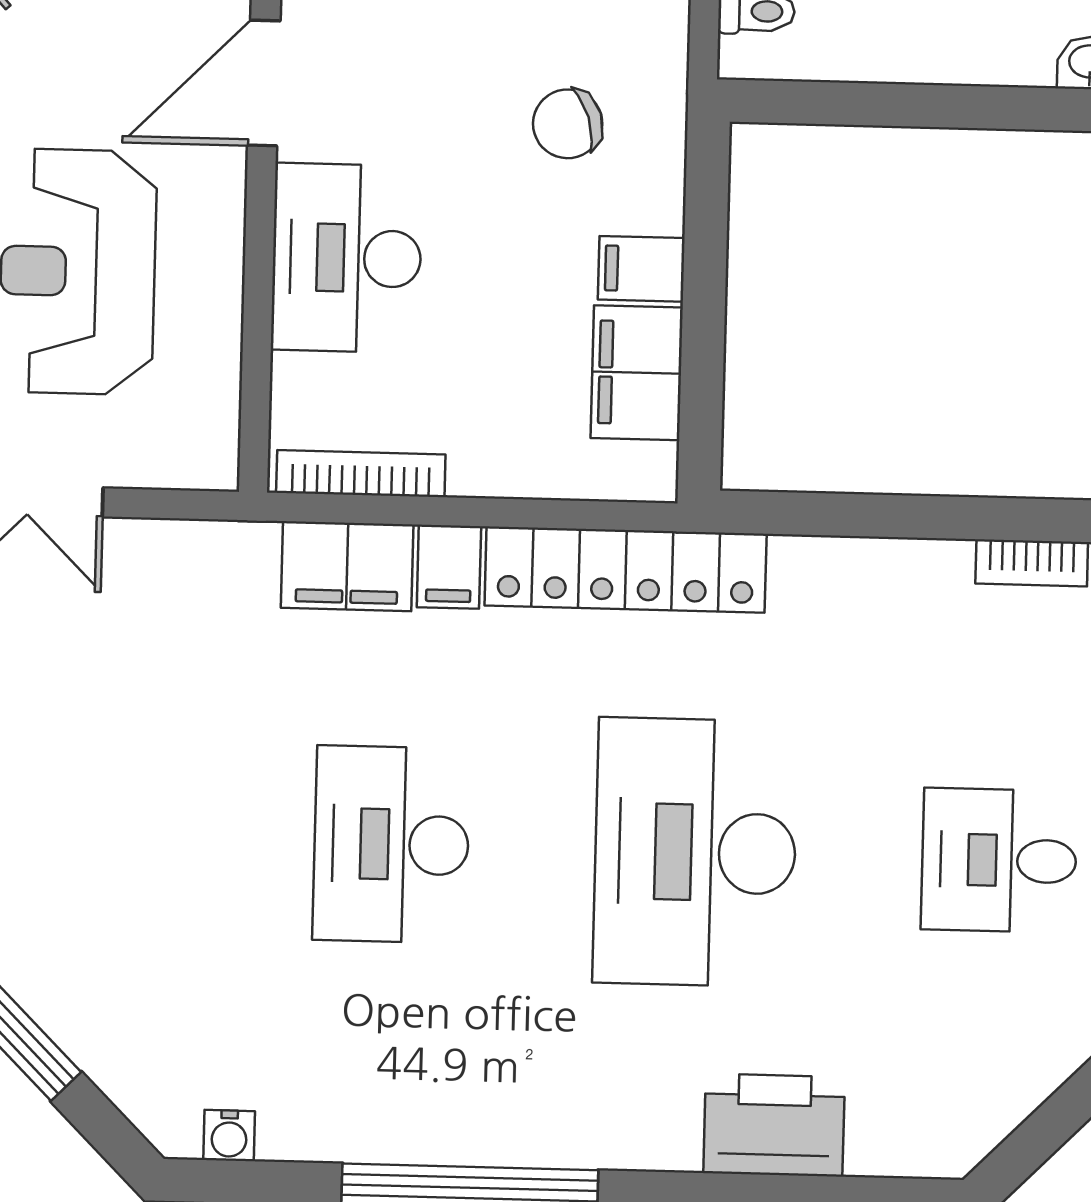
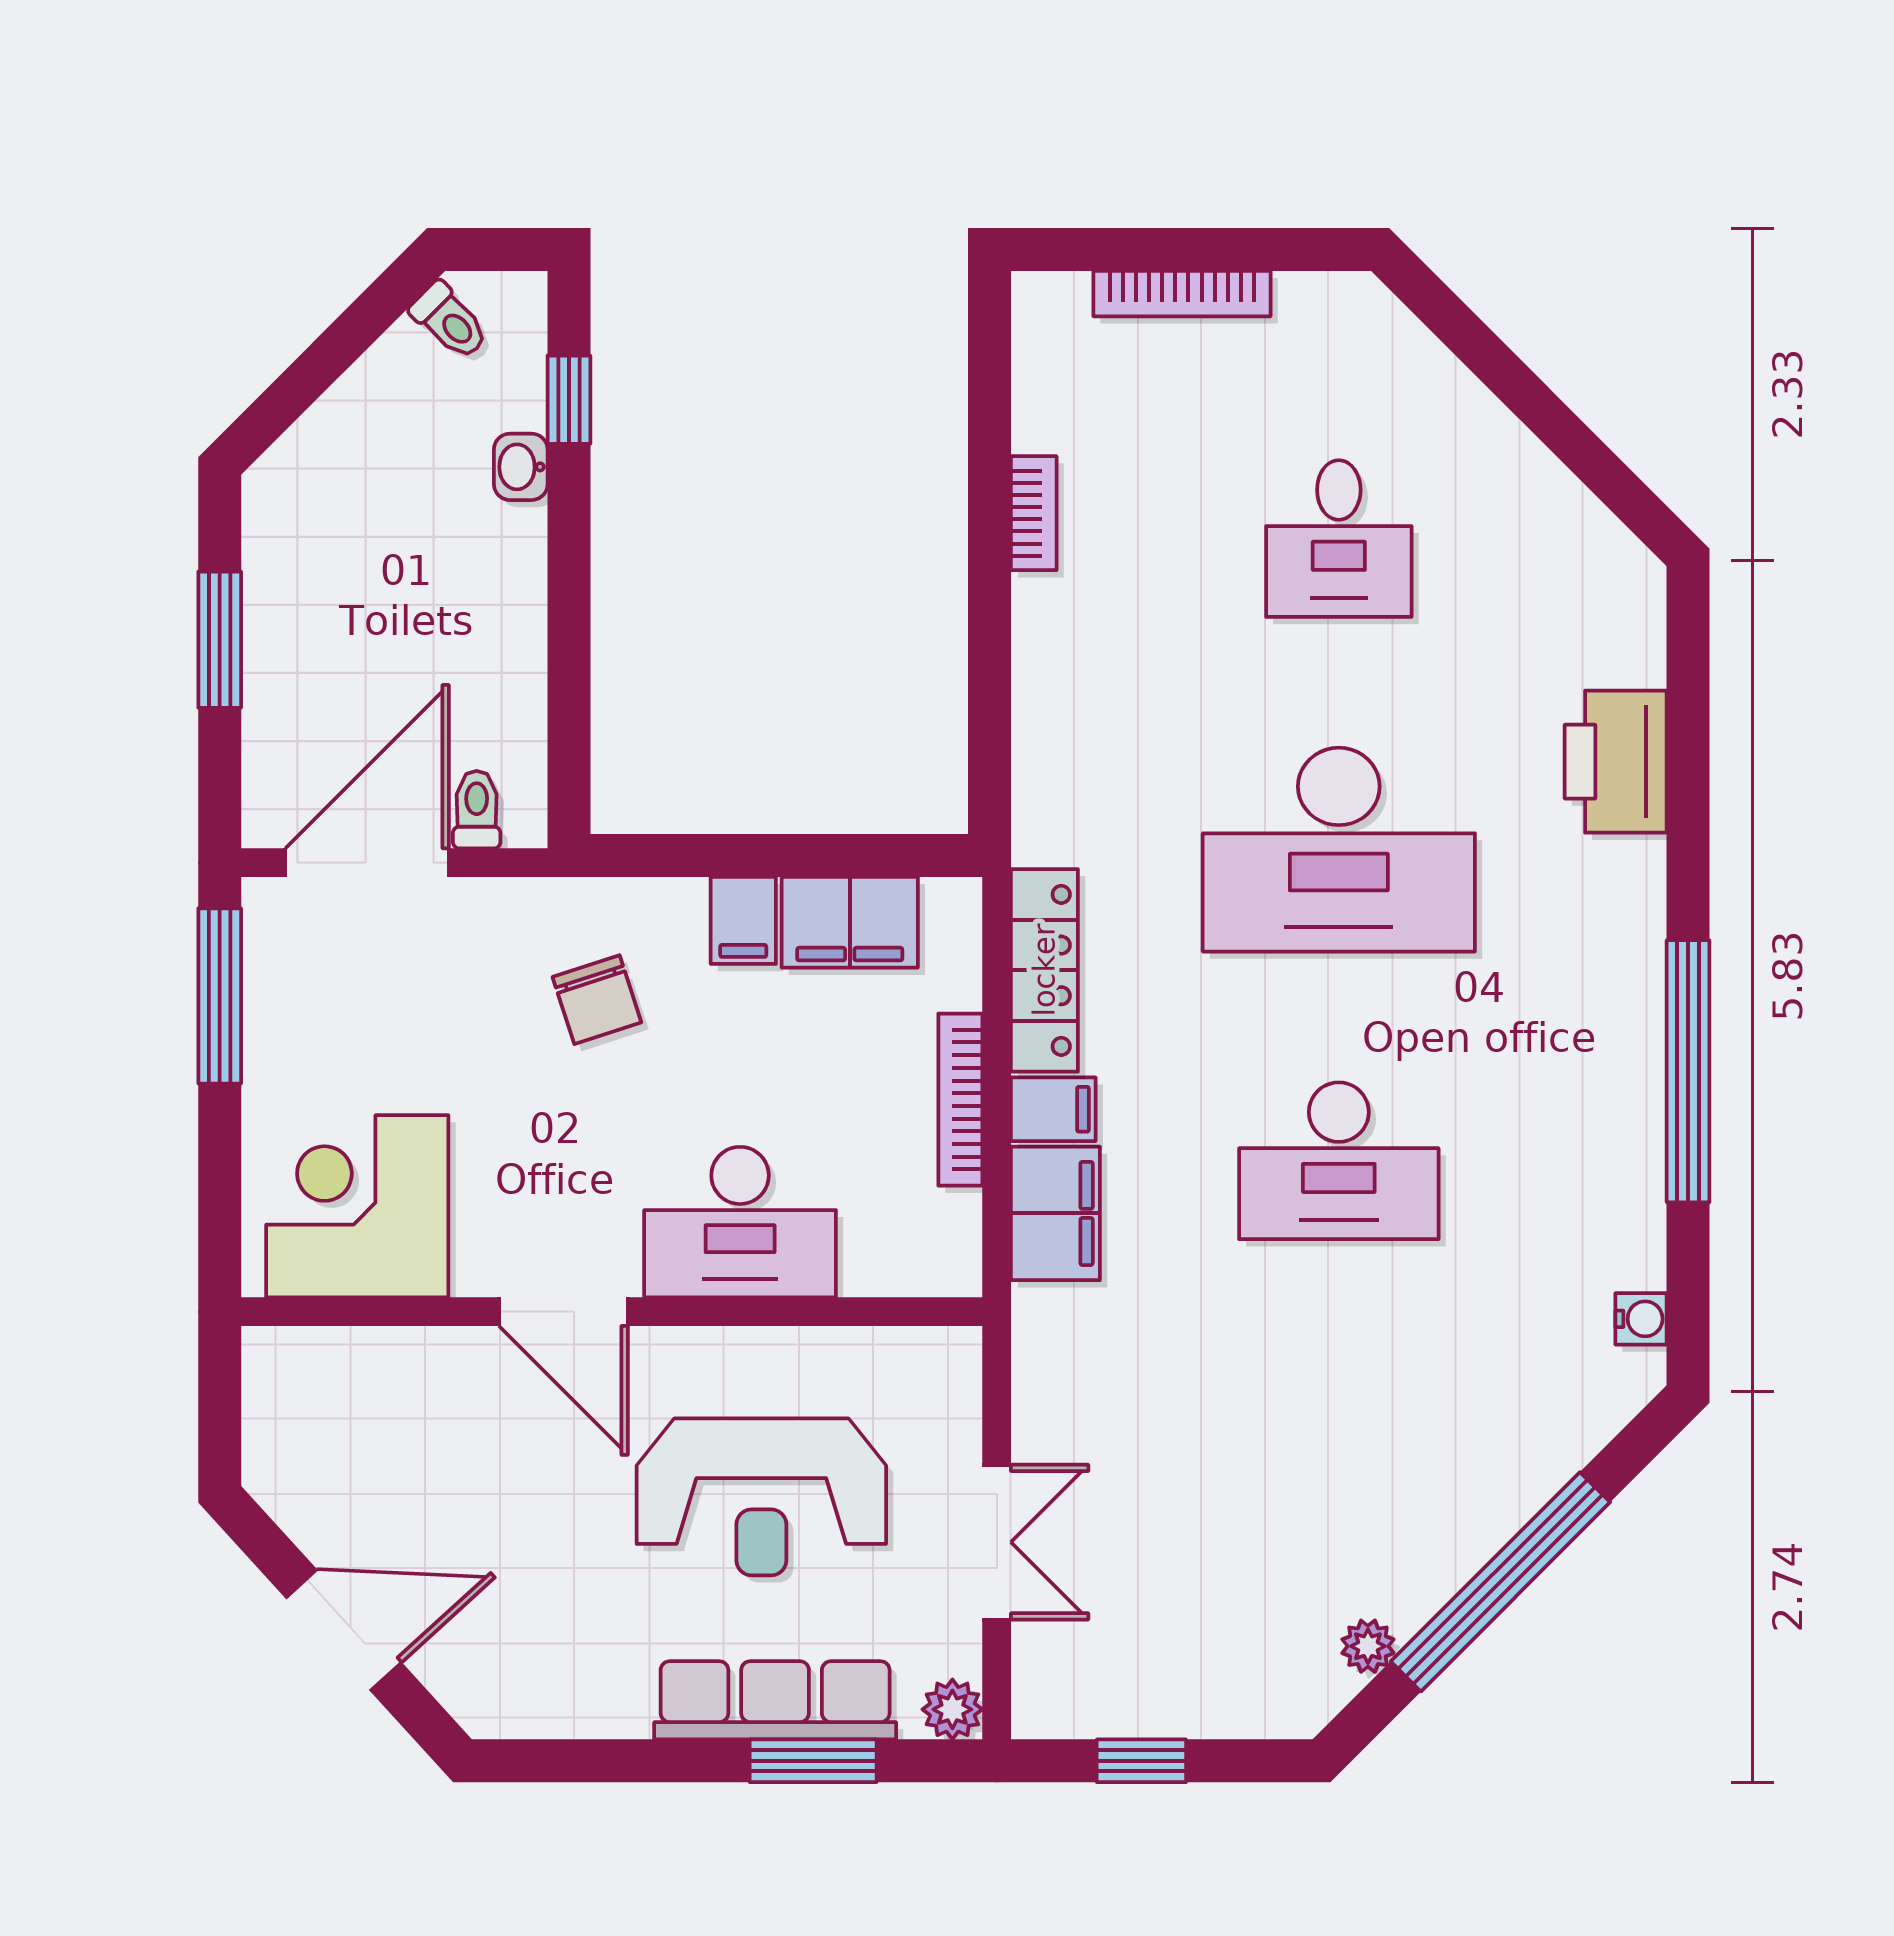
bookcase: (361, 474) -> (960, 1100), moved
locker: (626, 570) -> (1044, 970), width x0.71, depth x0.83

